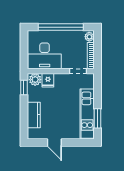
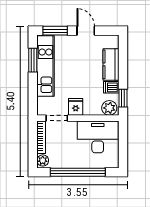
fridge: (48, 80) -> (76, 107), moved
dishwasher: (34, 96) -> (111, 87), added
window: (79, 142) -> (55, 31), added

